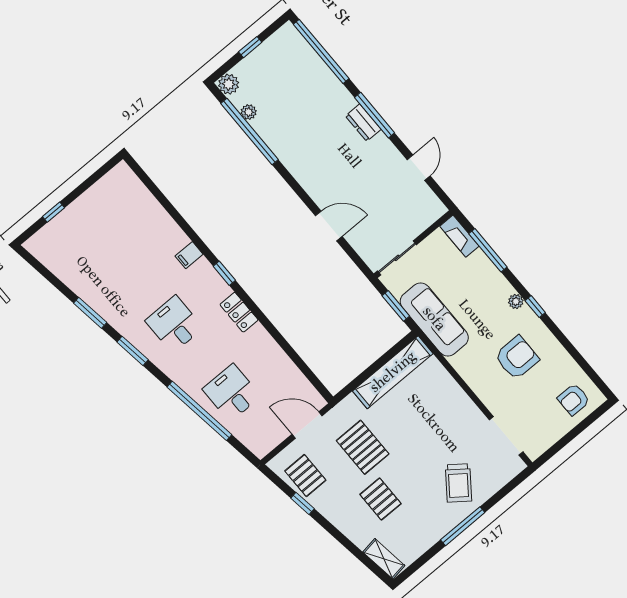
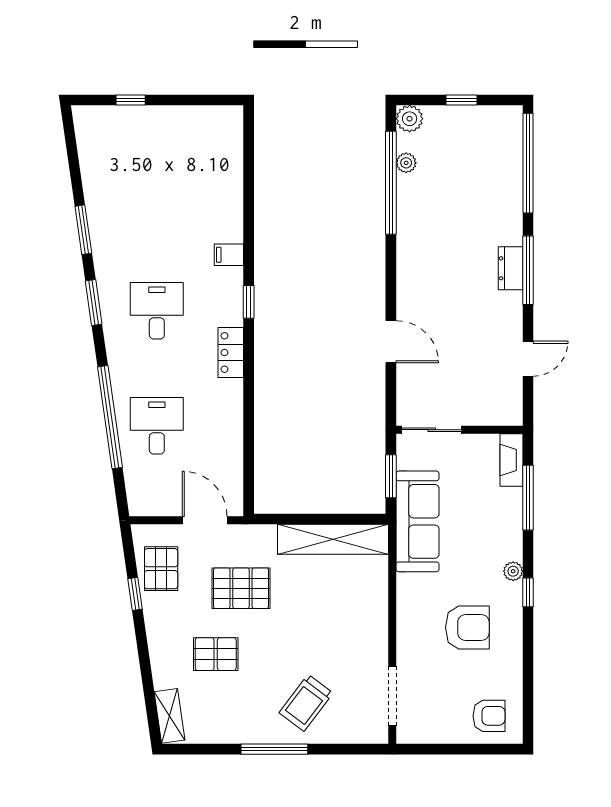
armchair: (574, 399) -> (489, 716), turned 180
pallet: (363, 447) -> (241, 588), turned 90
pallet: (380, 499) -> (216, 654), turned 90

